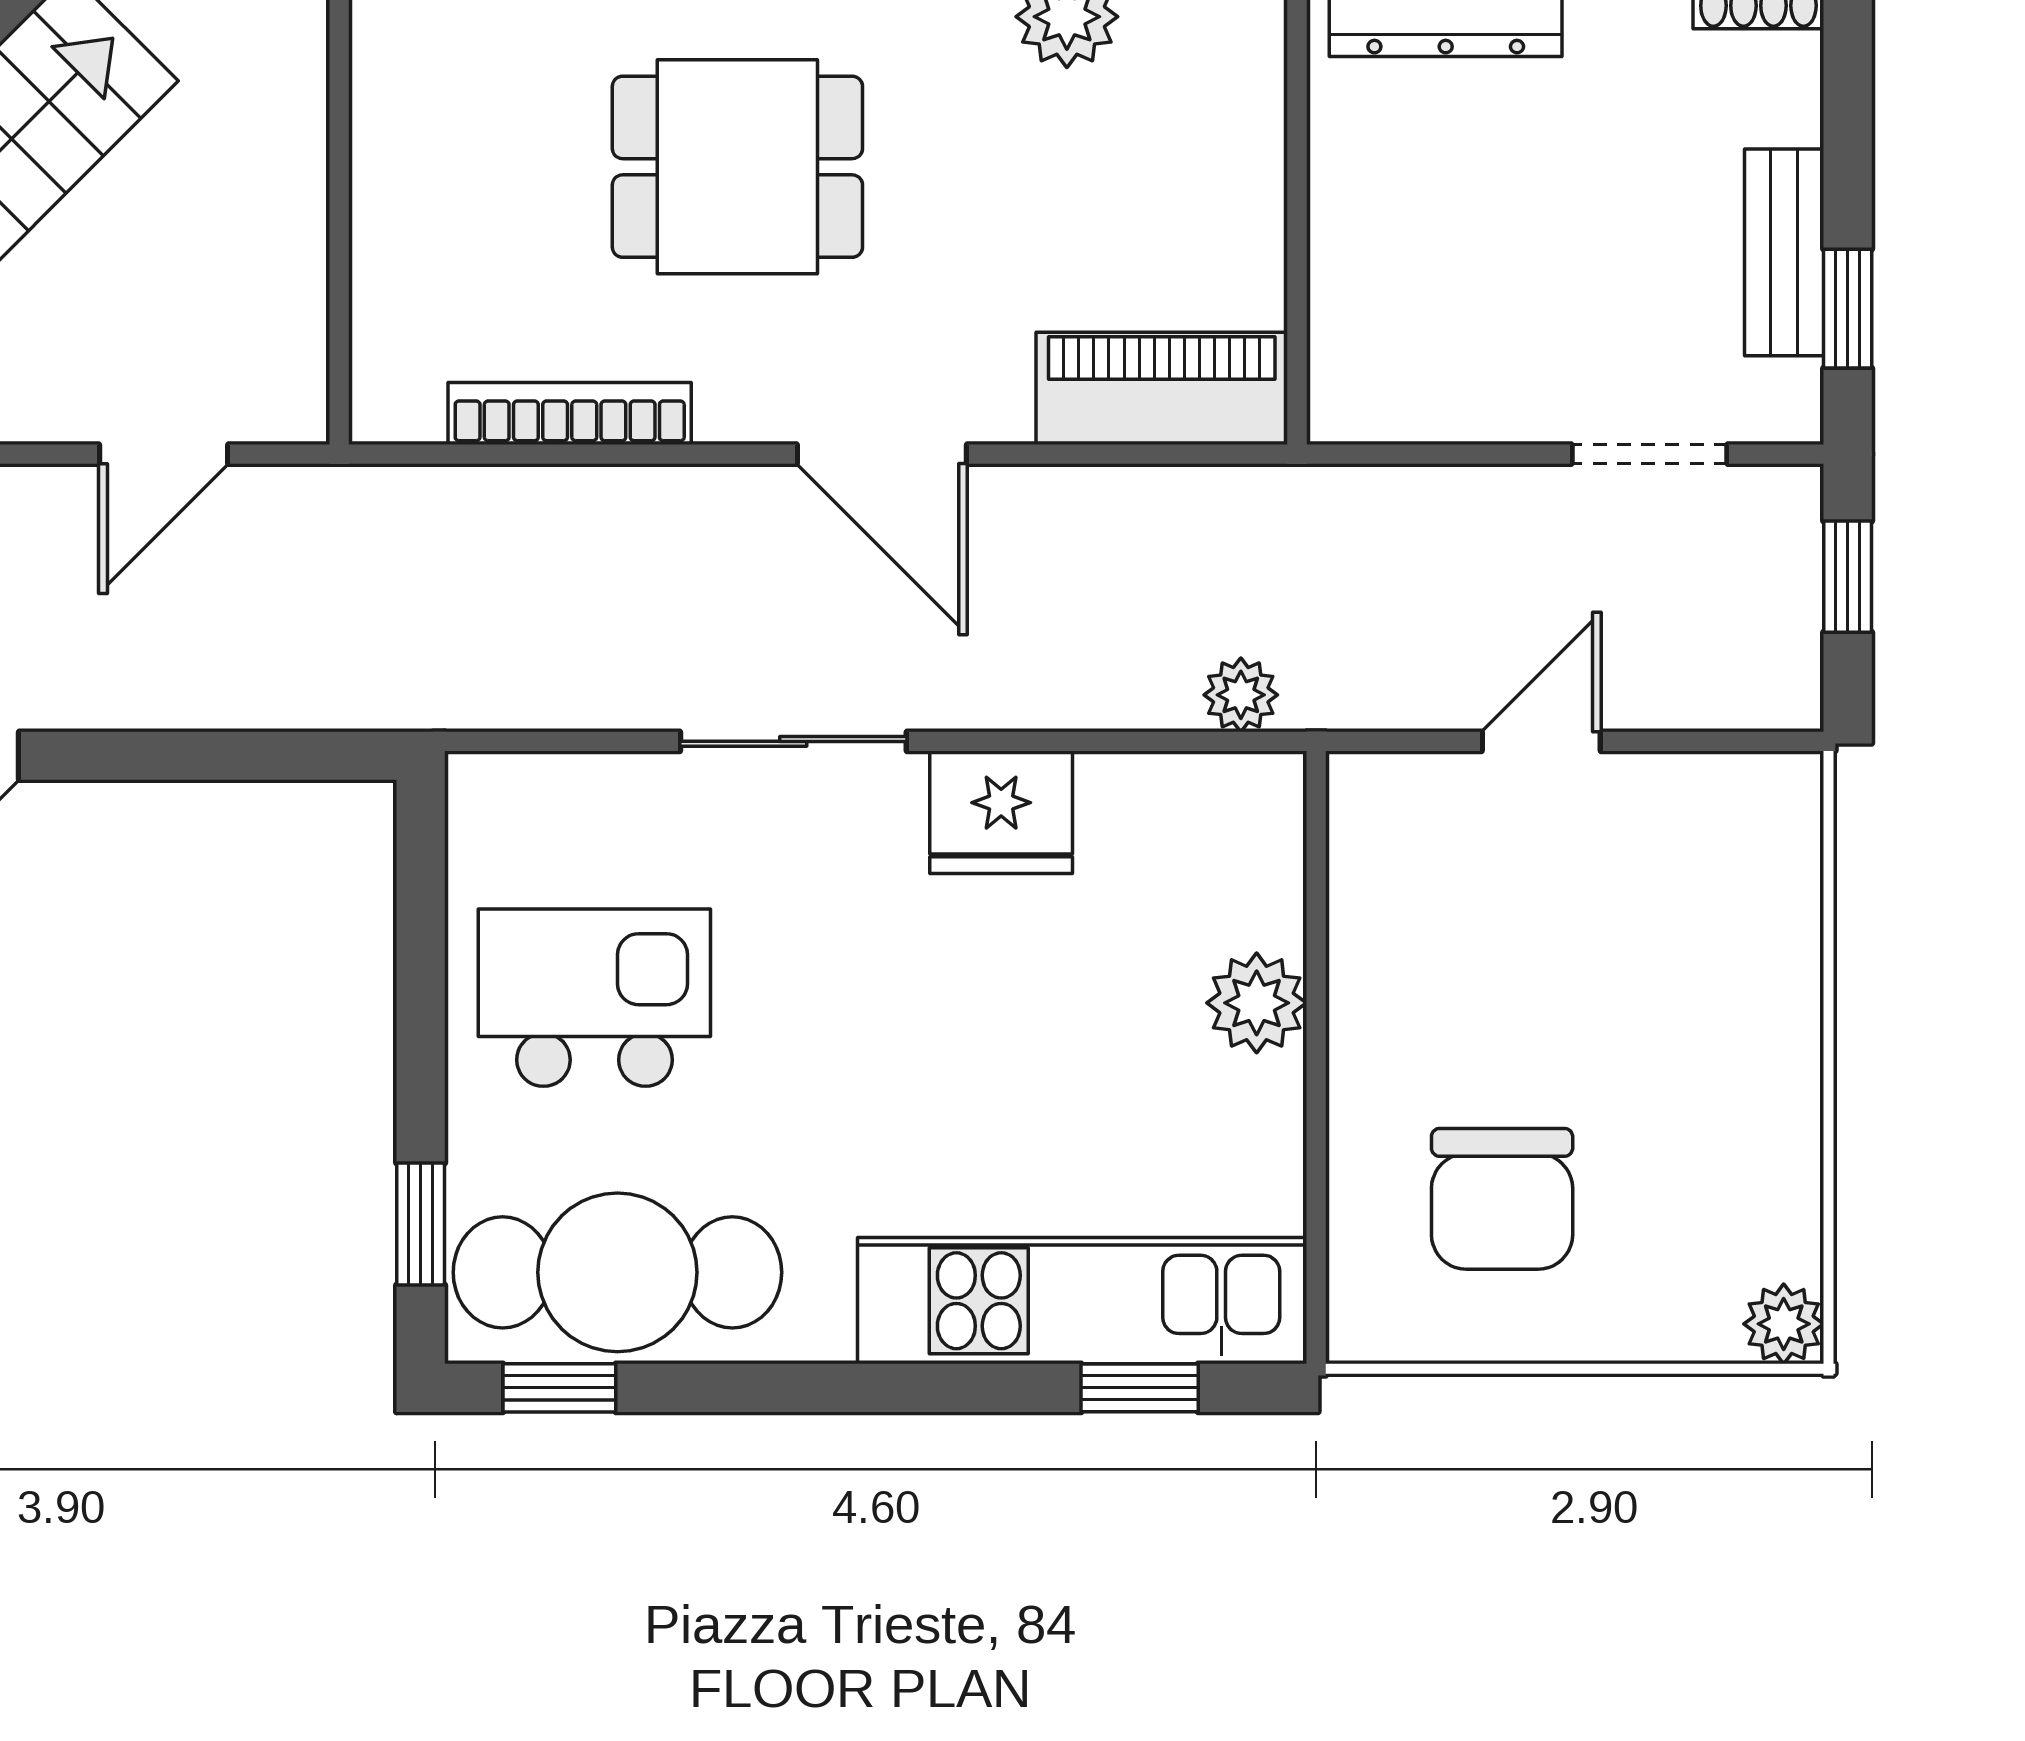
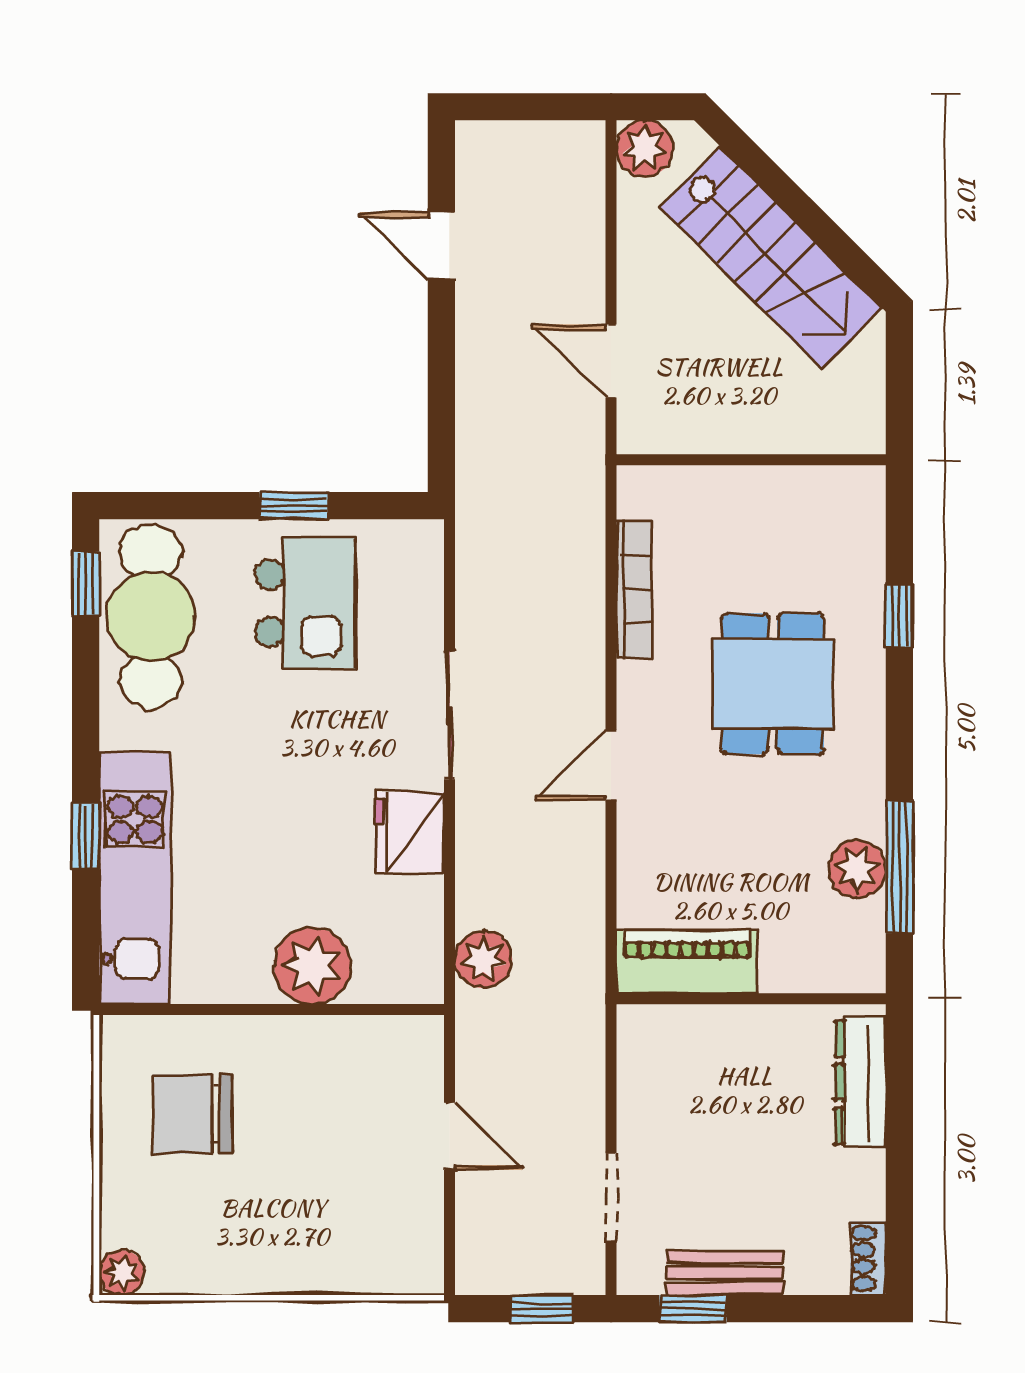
piano: (1162, 388) -> (687, 962), moved, turned -90
door: (882, 454) -> (611, 765), width x0.73
plant: (1241, 695) -> (483, 959), width x1.38, depth x1.38
plant: (1257, 1003) -> (312, 966), width x1.36, depth x1.36
window: (421, 1224) -> (294, 506), moved
window: (1140, 1388) -> (86, 836), moved

